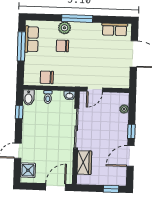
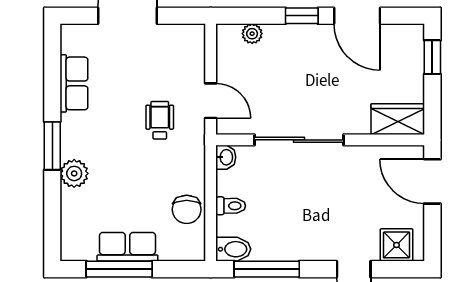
window: (77, 18) -> (52, 146), width x0.69
row of seats: (115, 29) -> (74, 83), moved
row of seats: (31, 39) -> (127, 247), moved
chair: (62, 46) -> (115, 177), removed
wheelchair: (87, 67) -> (160, 120), added
window: (19, 112) -> (267, 269), width x2.17
wardrobe: (84, 163) -> (398, 119), moved

